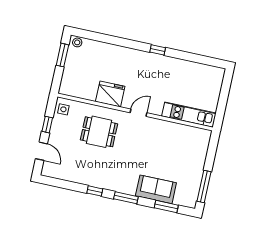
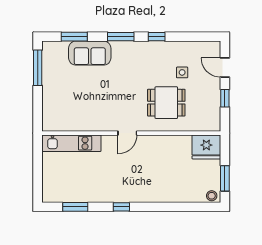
window: (198, 59) -> (75, 207), added
fridge: (110, 94) -> (206, 147), moved
side table: (63, 109) -> (182, 72), moved

